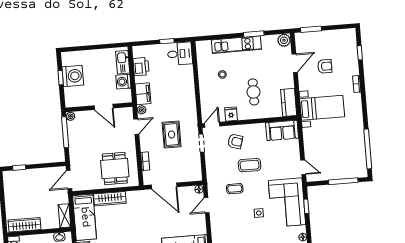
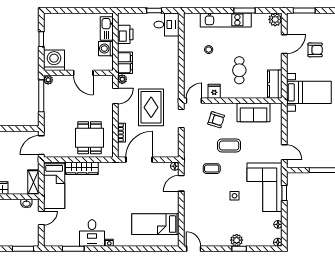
washing machine: (73, 76) -> (54, 60), moved, turned -90
sofa: (282, 130) -> (254, 112), moved
rug: (172, 135) -> (151, 107), width x1.36, depth x1.43
door: (164, 186) -> (139, 160), swing flipped

